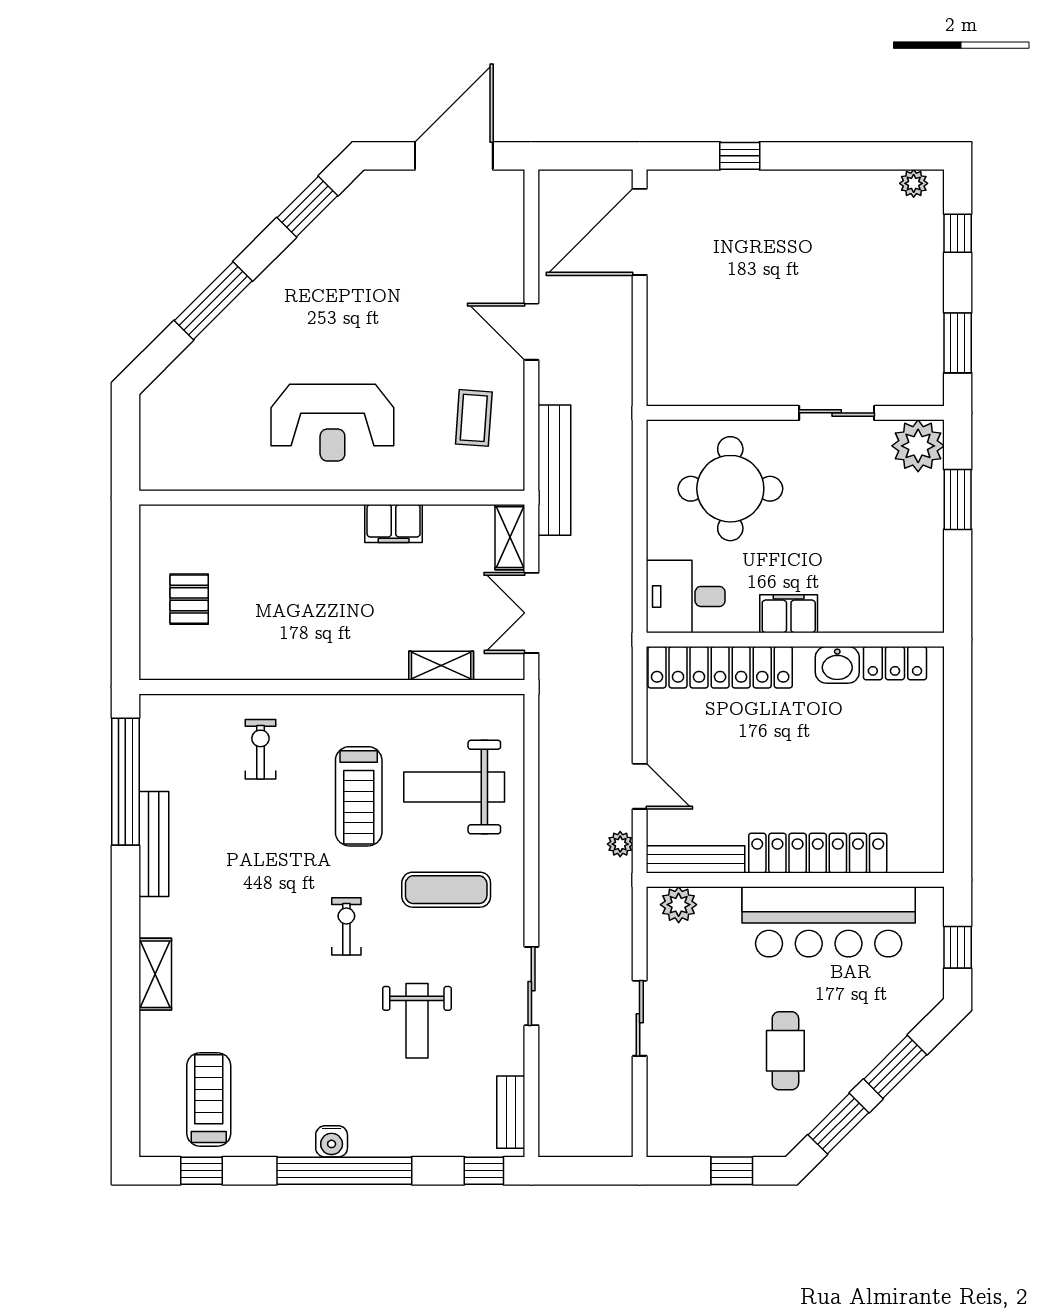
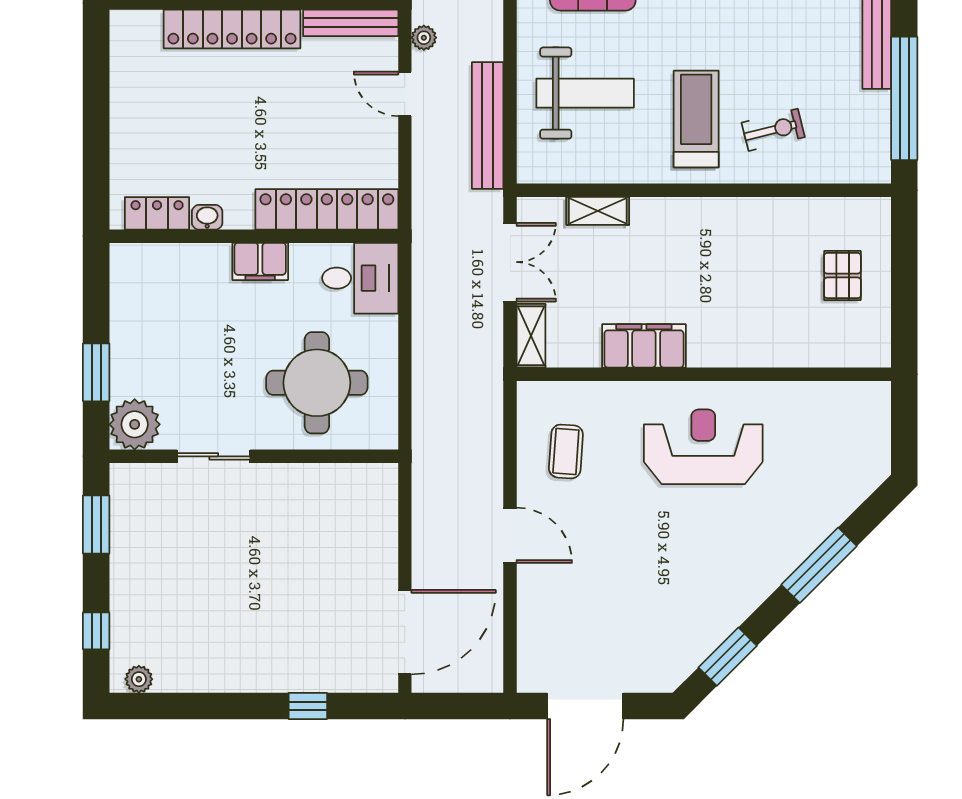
bench: (554, 470) -> (488, 125), moved
filing cabinet: (394, 523) -> (644, 346), width x1.50, depth x1.17
washbasin: (837, 665) -> (207, 217), width x0.72, depth x0.69
exercise bike: (260, 749) -> (773, 130), turned -104
treadmill: (359, 796) -> (696, 119), moved

